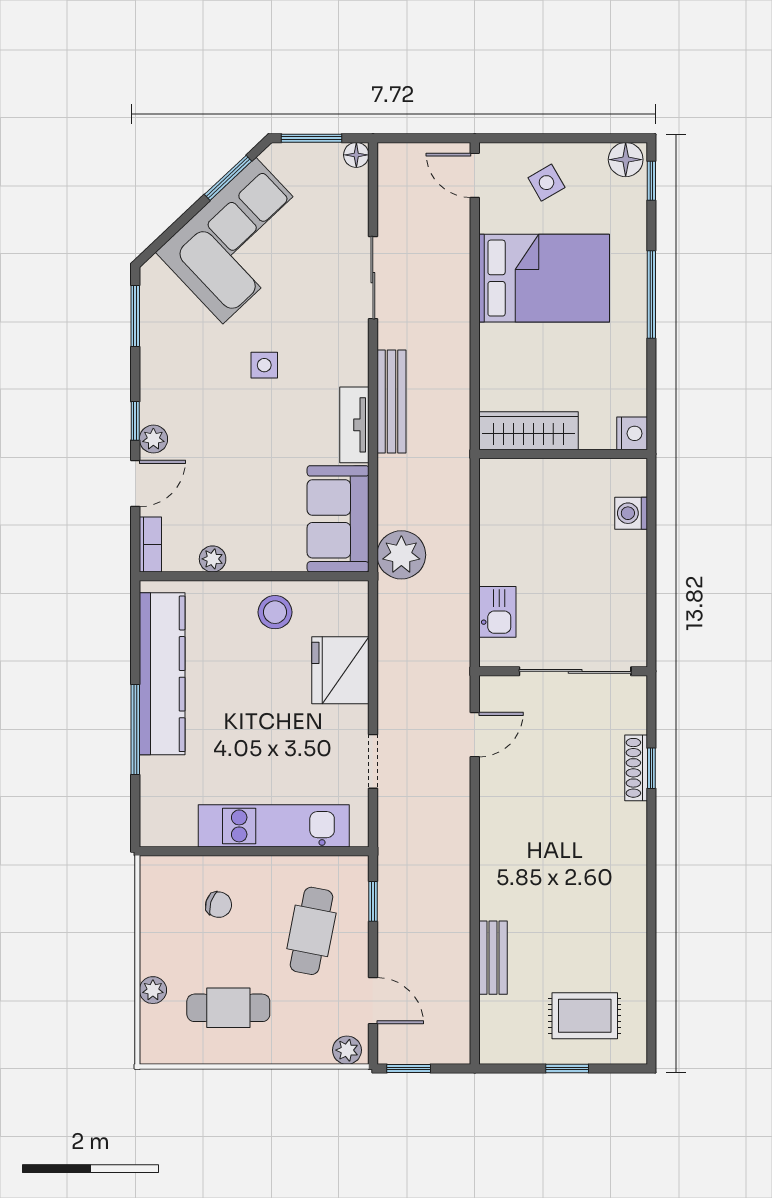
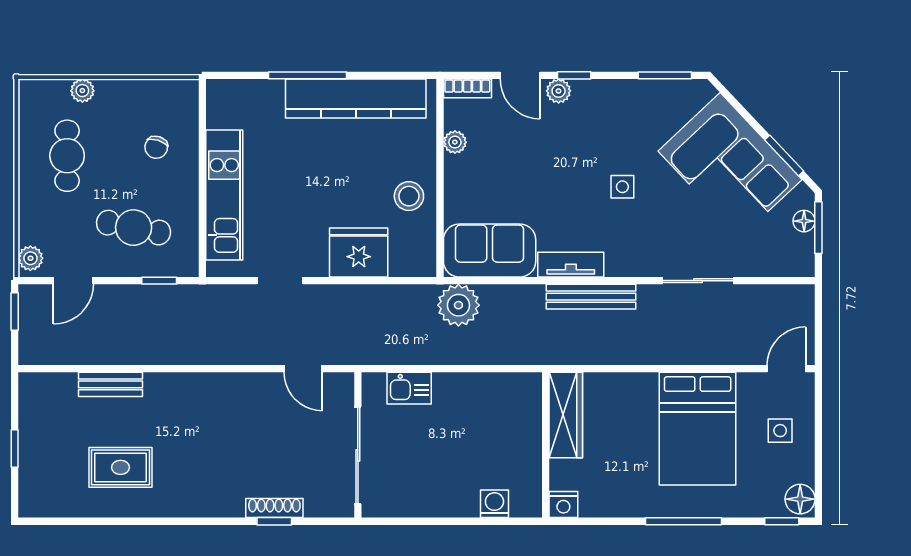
floor lamp: (356, 155) -> (804, 221), moved
side table: (546, 183) -> (780, 431), turned 30
rug: (585, 1016) -> (120, 467), moved, turned 90

